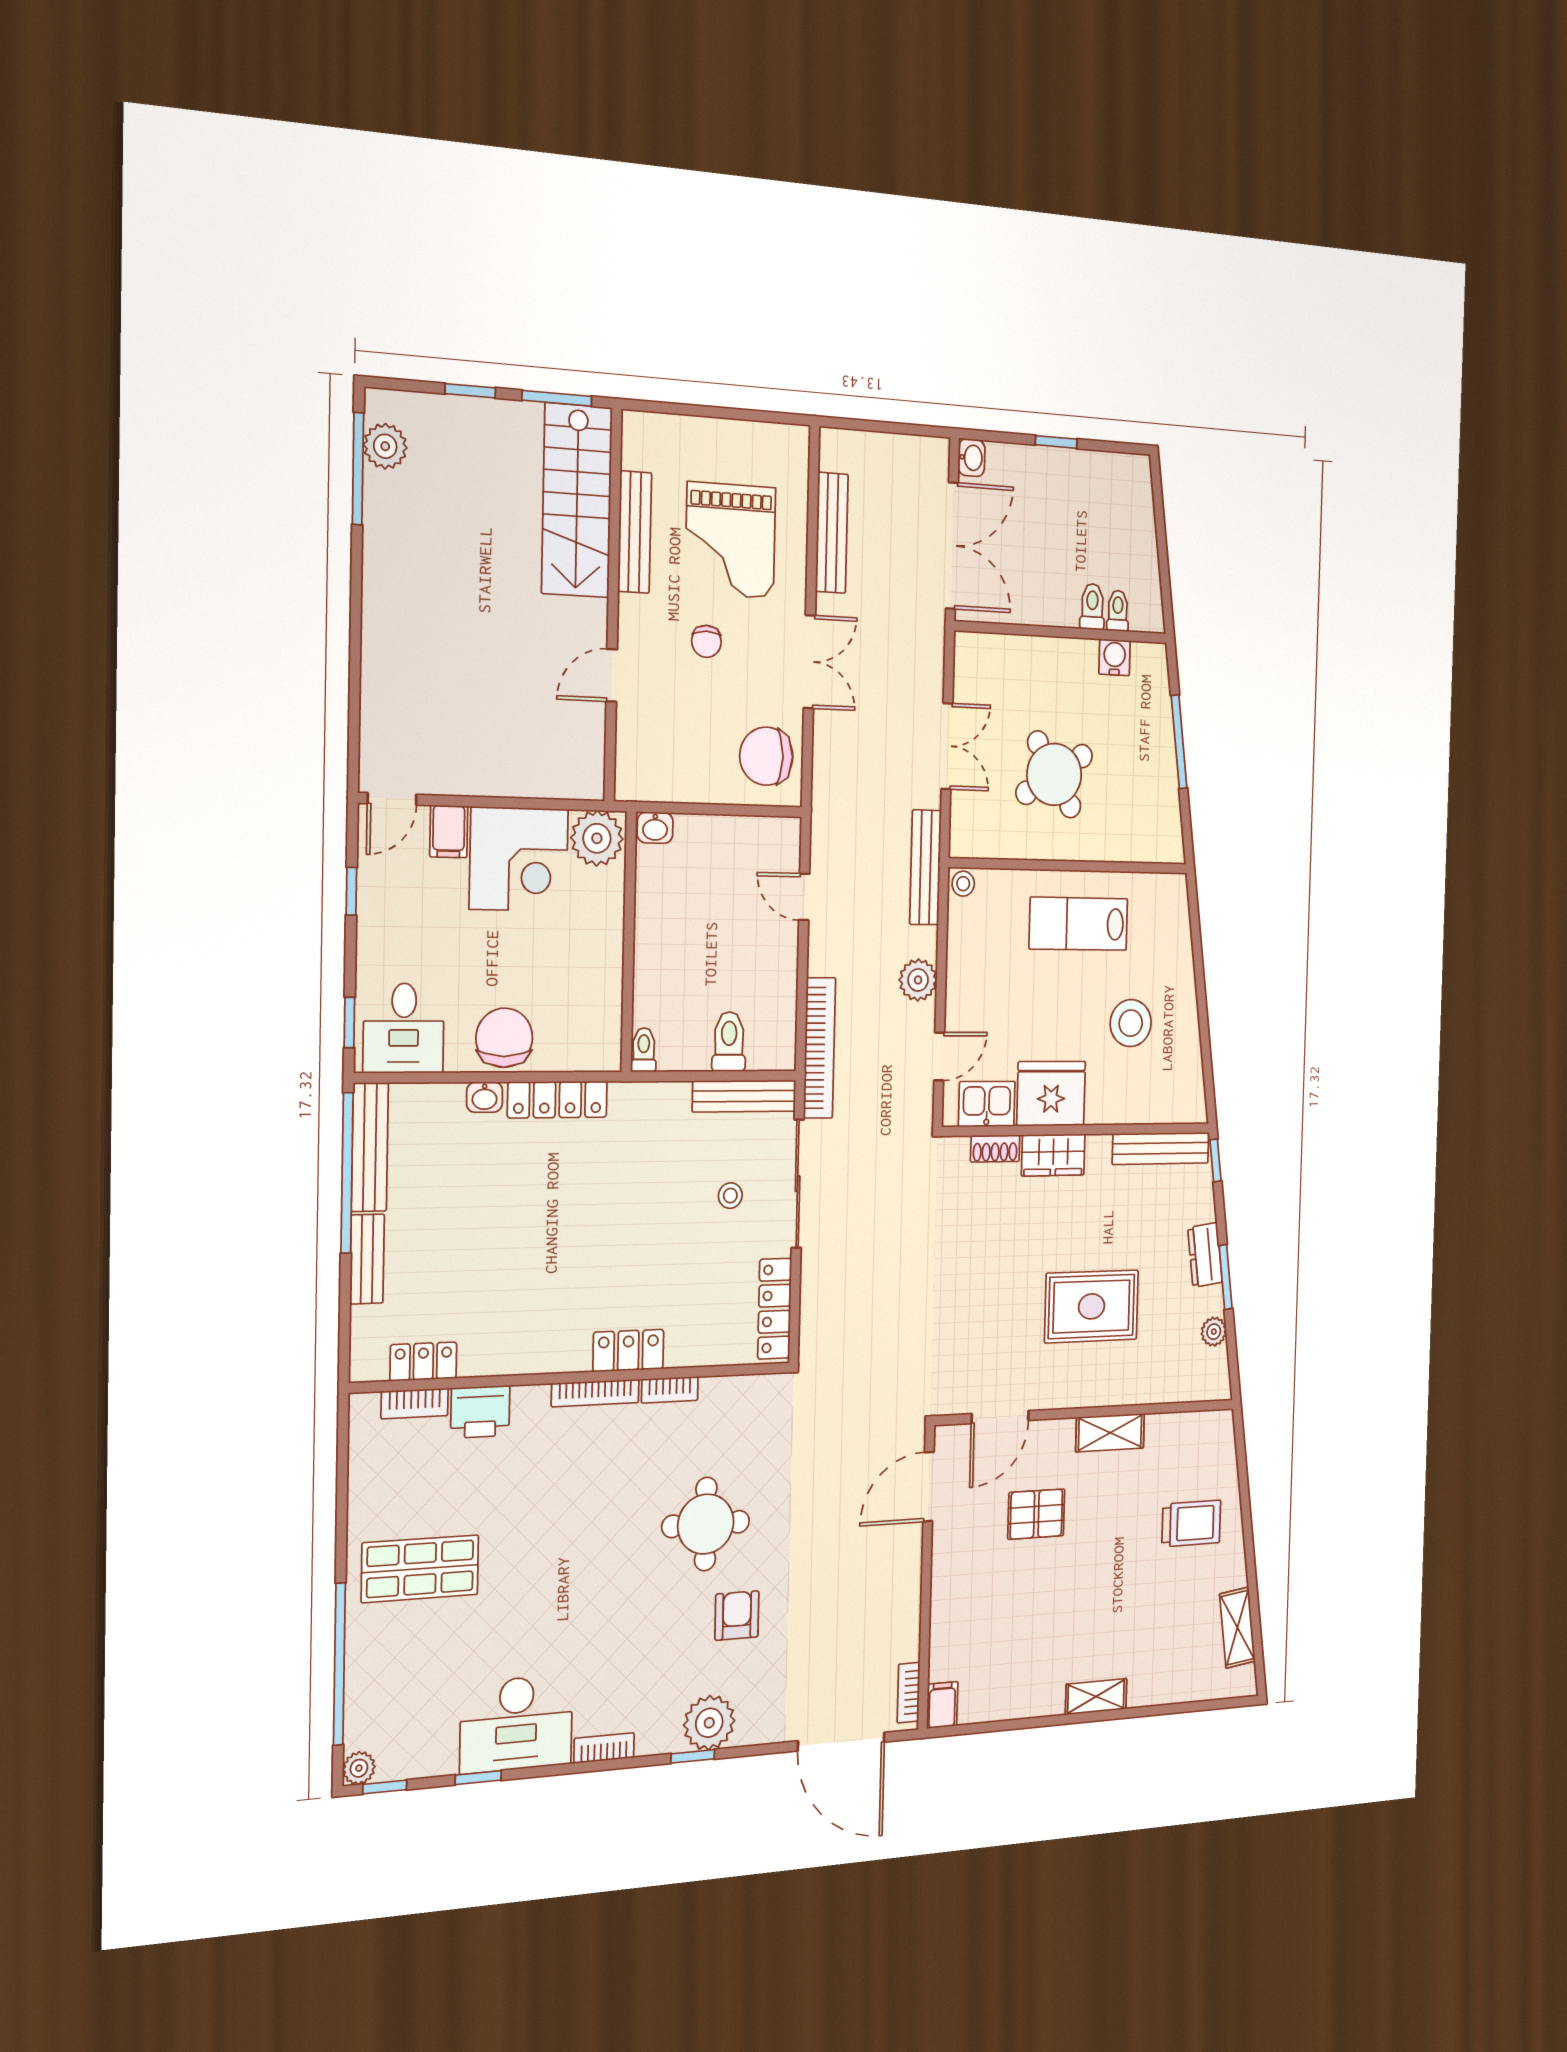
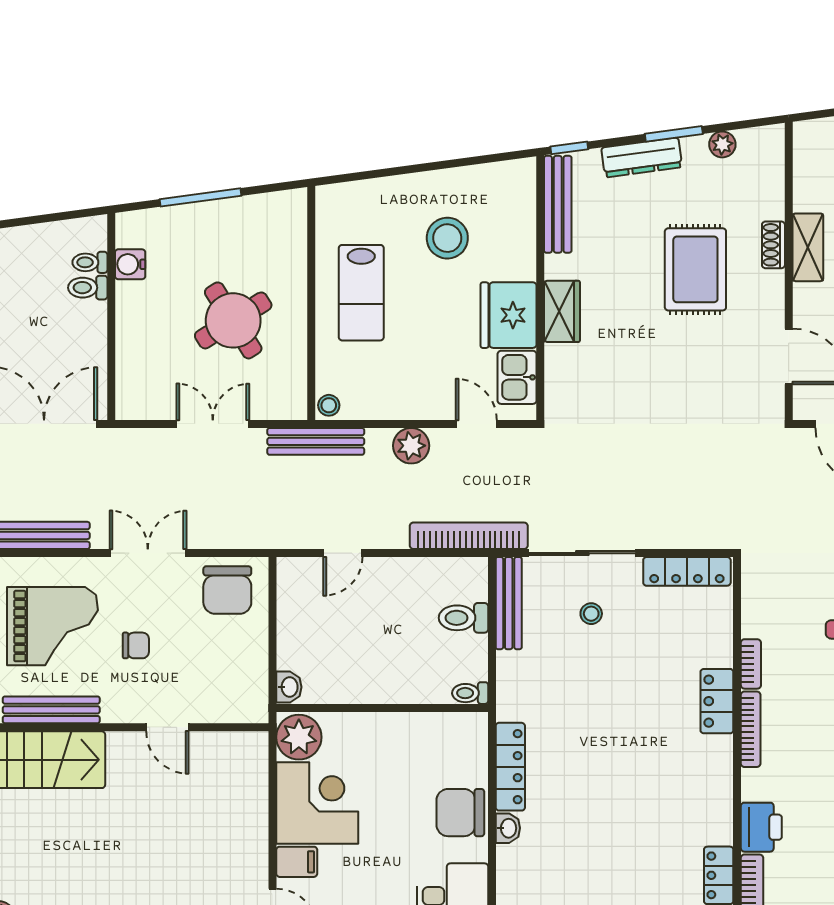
shoe rack: (995, 1149) -> (773, 245), moved, turned 180
dresser: (1205, 1255) -> (642, 157), width x1.44

